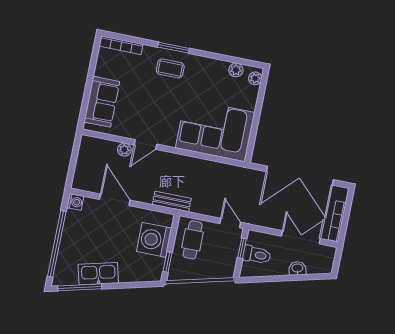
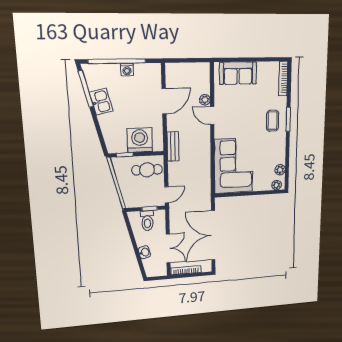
washing machine: (75, 202) -> (127, 70), moved
kitchen sink: (98, 274) -> (101, 102), width x0.73

